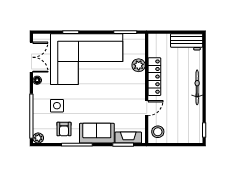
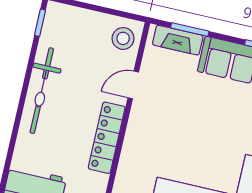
plant: (139, 65) -> (130, 164), removed
bicycle: (197, 87) -> (42, 91), width x1.37, depth x1.40

